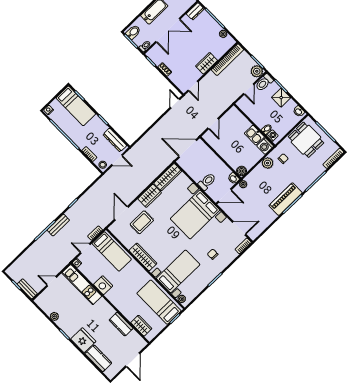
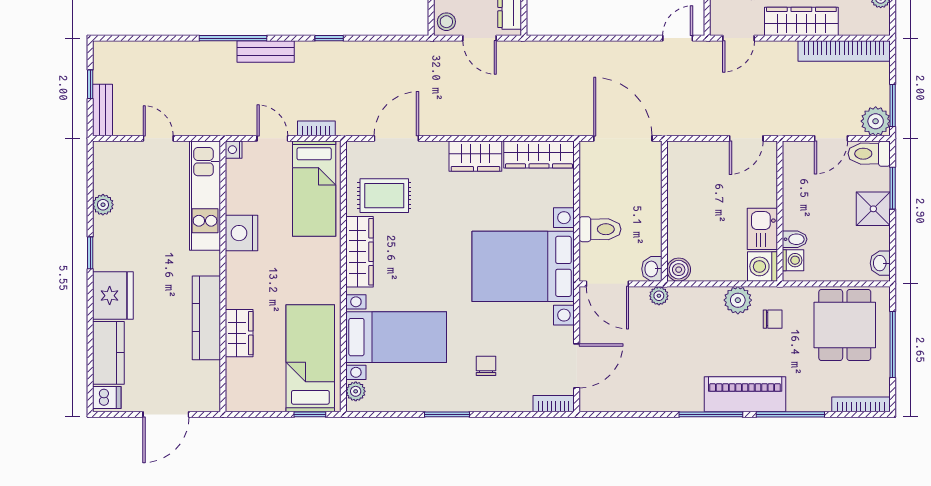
wardrobe: (207, 63) -> (801, 21), width x1.50
door: (213, 124) -> (746, 138), moved
piano: (286, 199) -> (745, 394), moved
rug: (142, 222) -> (384, 196), moved
door: (239, 228) -> (577, 366), hinge flipped
kitchen counter: (121, 324) -> (206, 318), width x1.50
wardrobe: (141, 326) -> (239, 333), moved
dishwasher: (111, 372) -> (107, 397), added

